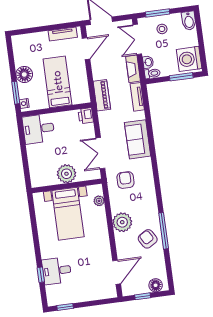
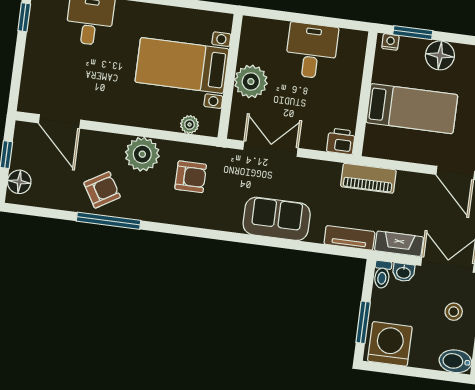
desk: (38, 129) -> (312, 51), moved
armchair: (125, 180) -> (191, 177), moved

